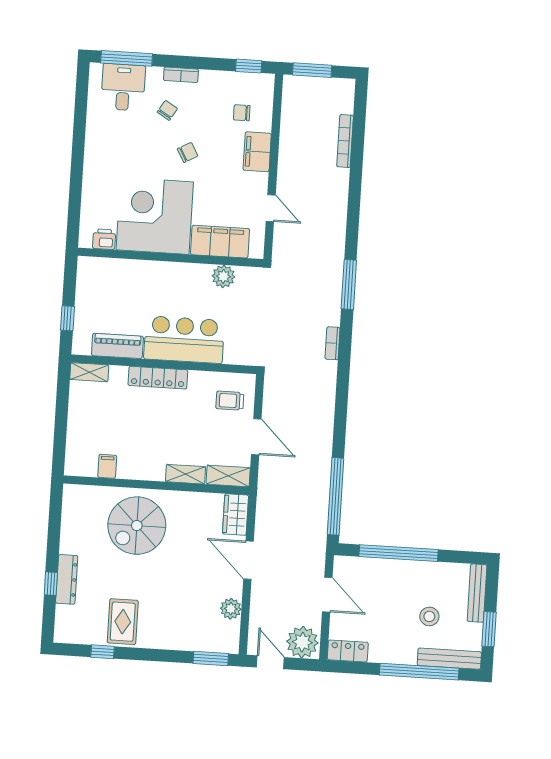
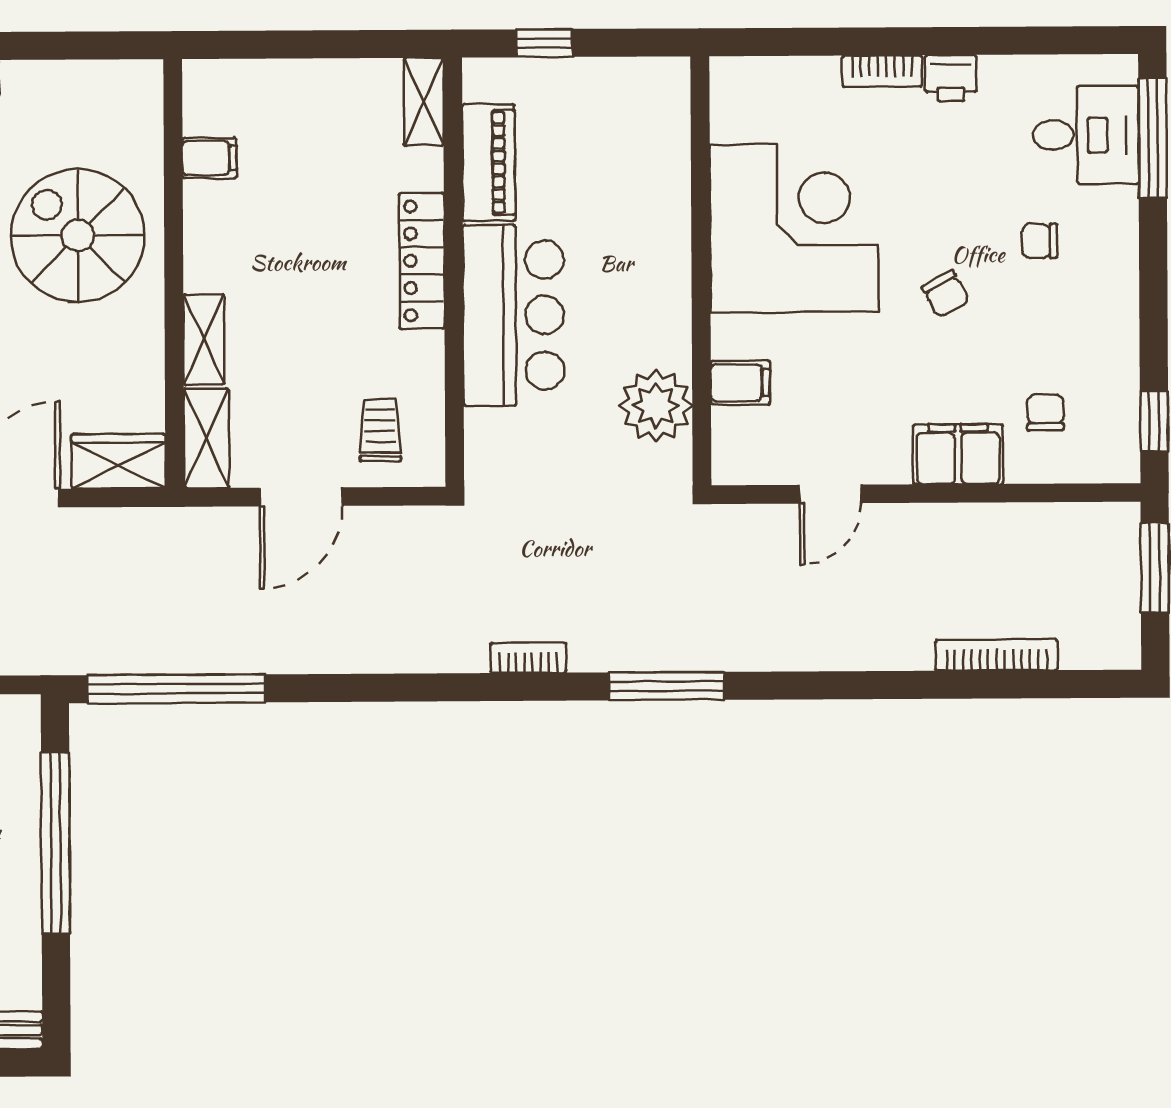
bookcase: (181, 75) -> (882, 71), moved, turned -90
chair: (167, 110) -> (1040, 241), turned 149
printer: (104, 239) -> (951, 78), moved, turned 90
filing cabinet: (220, 242) -> (740, 383), width x0.33, depth x0.86
plant: (223, 276) -> (656, 406), width x1.36, depth x1.36

